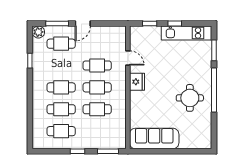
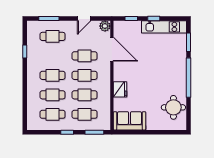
door: (83, 24) -> (84, 18), moved
plant: (38, 32) -> (105, 26), moved
door: (128, 58) -> (112, 49), width x1.87
fridge: (137, 82) -> (120, 89), moved
round table: (190, 98) -> (173, 107), moved
cafe table: (97, 131) -> (85, 114), added
sofa: (154, 138) -> (130, 121), width x0.73

